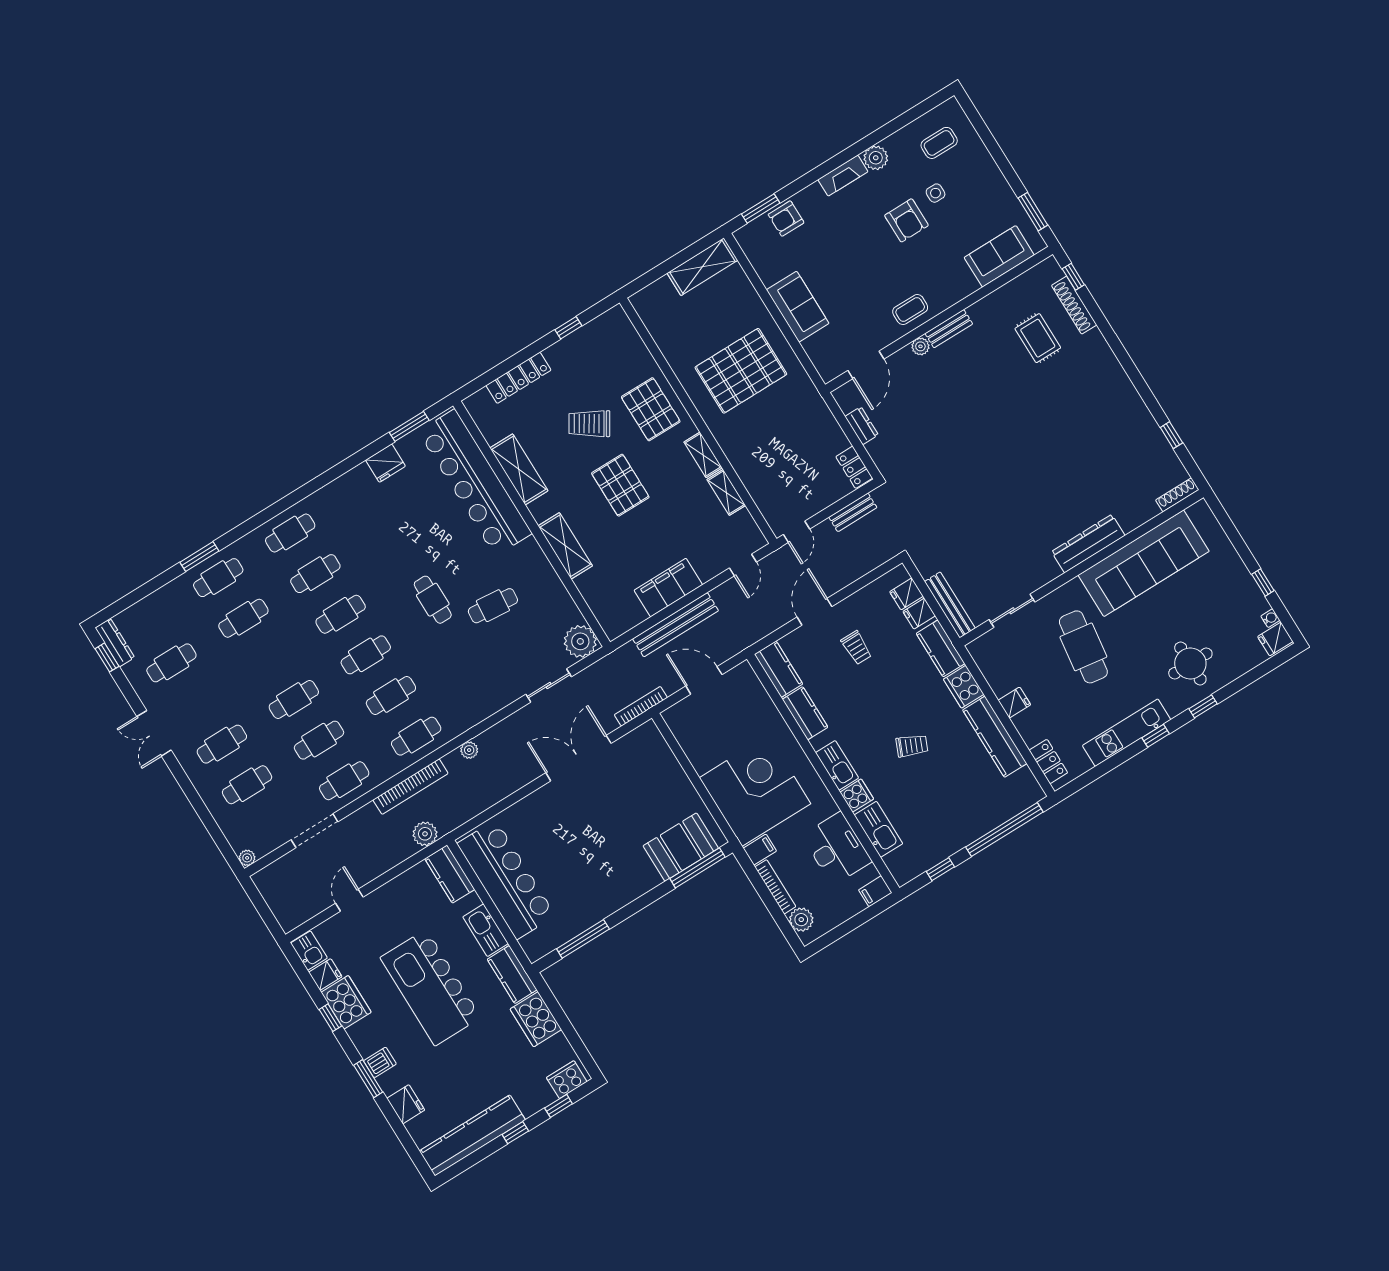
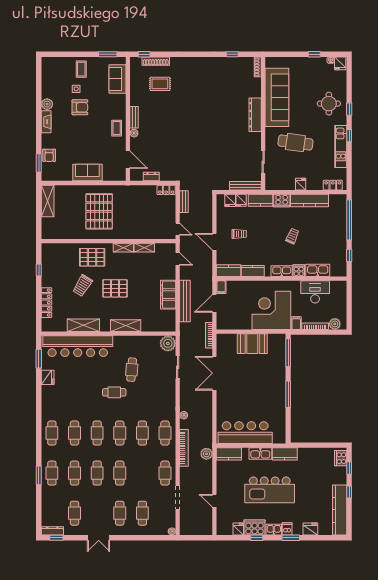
coffee table: (939, 143) -> (81, 69), moved
cafe table: (319, 740) -> (97, 473), moved
booth: (681, 847) -> (252, 344), moved, turned 90
filing cabinet: (875, 891) -> (221, 287), moved
window: (583, 939) -> (288, 394), moved
kitchen sink: (309, 951) -> (274, 530), moved
cooker: (536, 1019) -> (309, 455), removed

